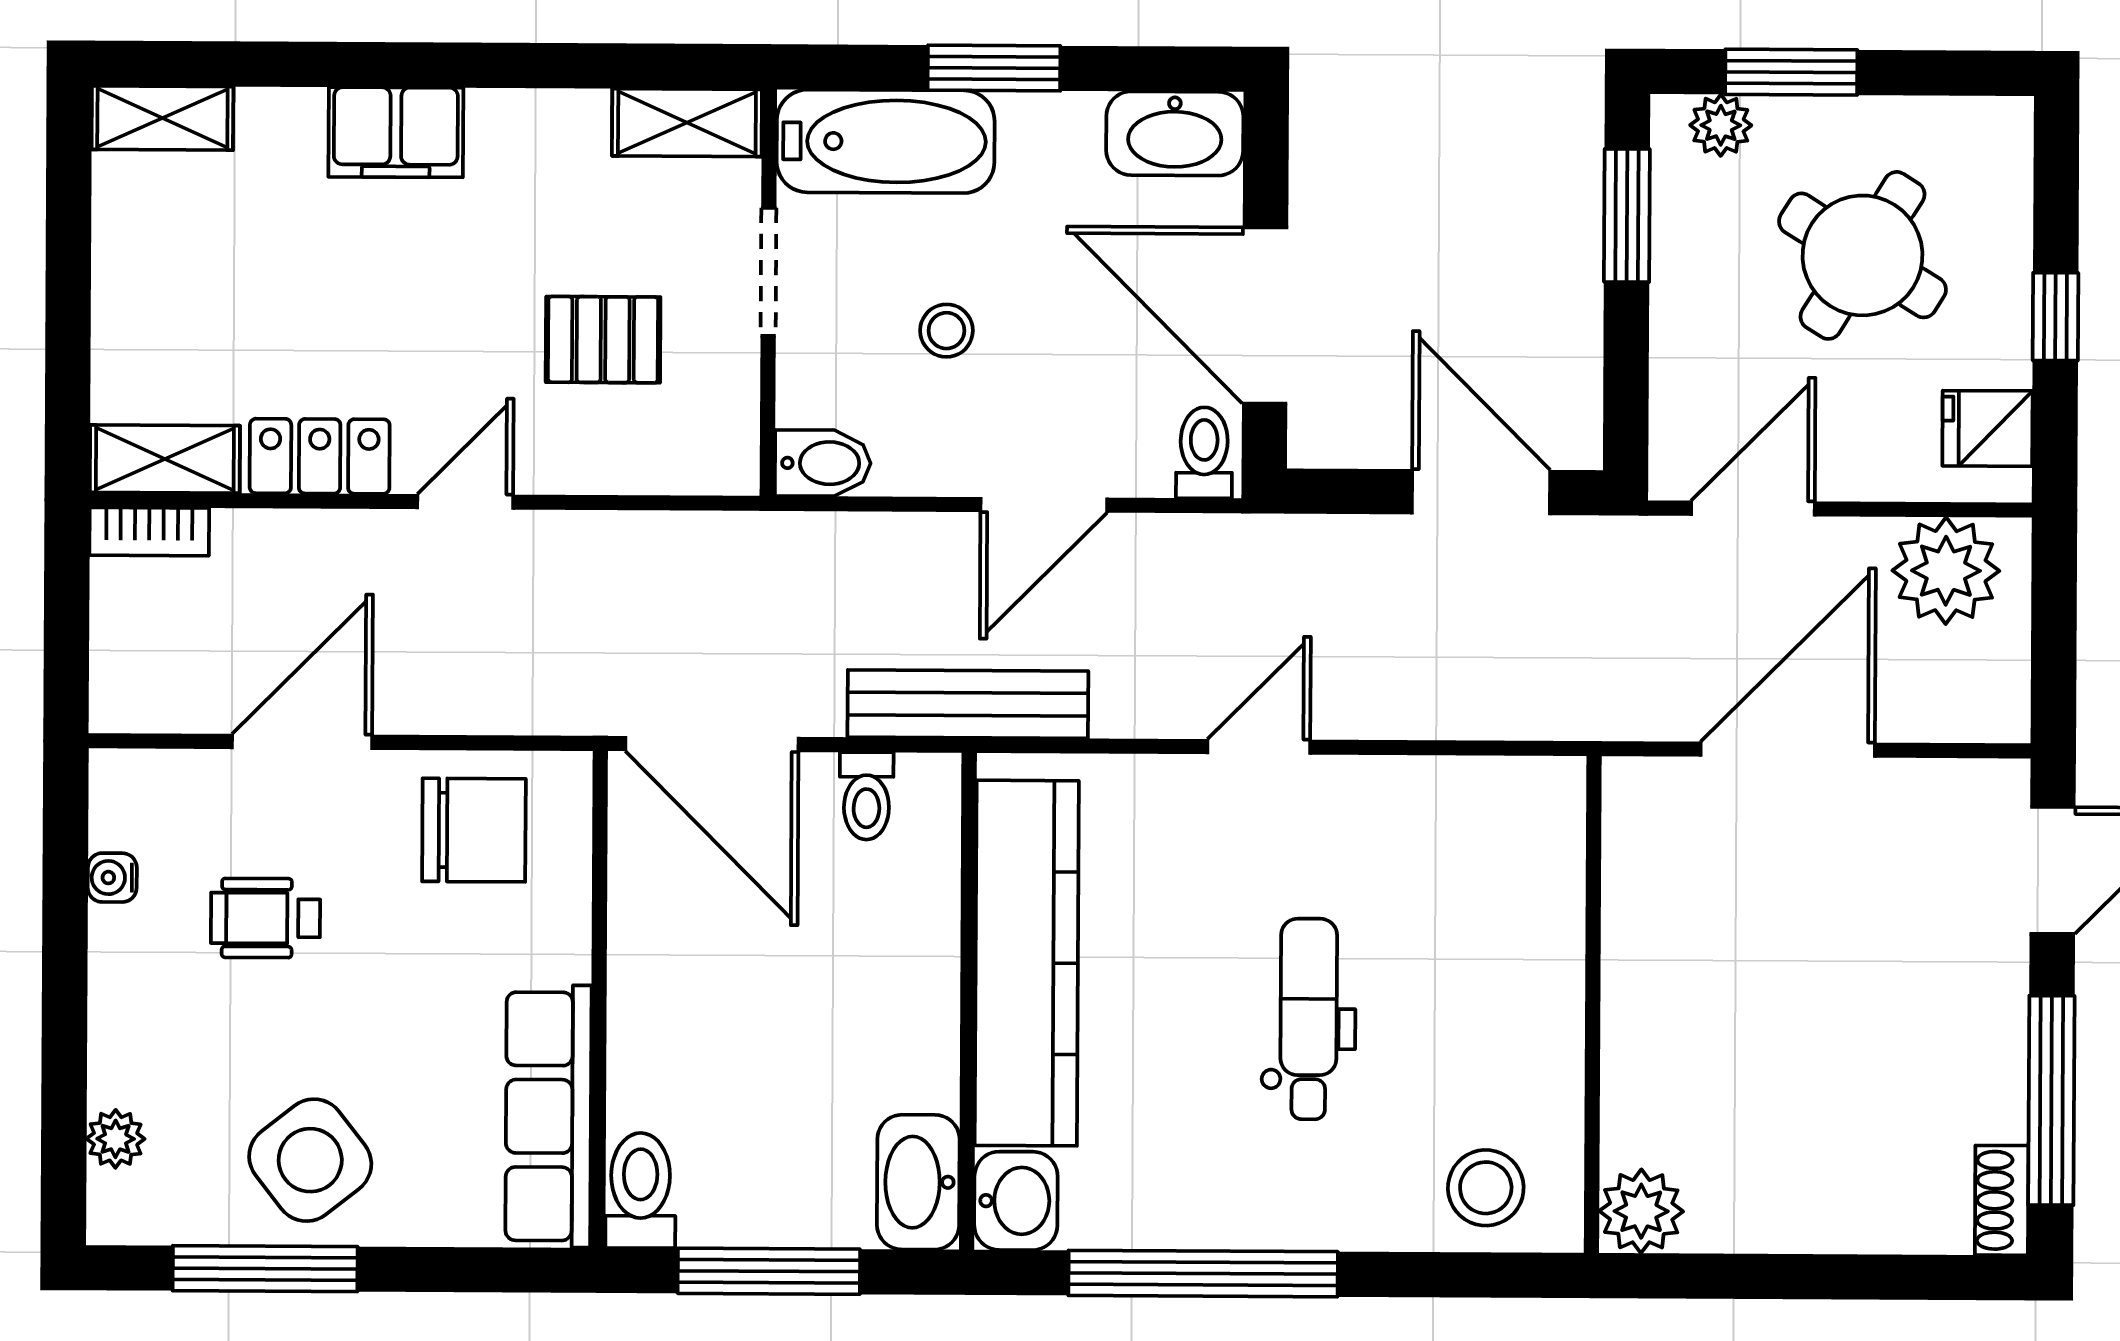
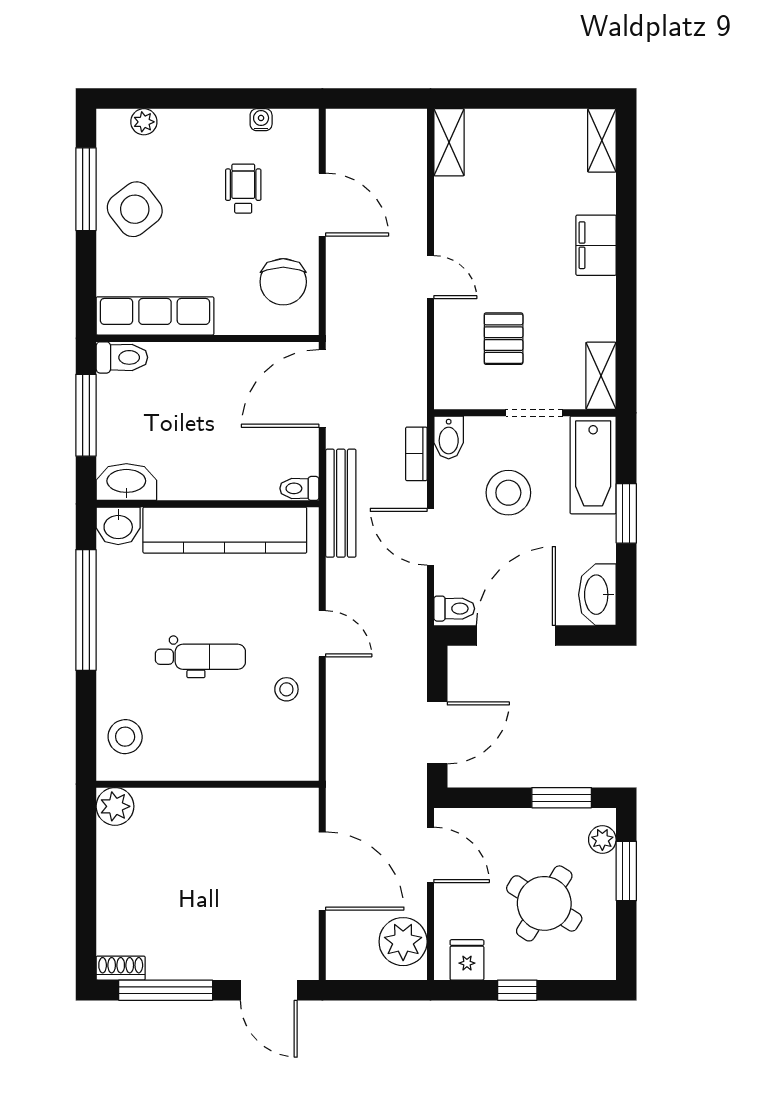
stool: (946, 331) -> (508, 493), width x1.89, depth x1.89
locker: (320, 456) -> (451, 212), removed
bookcase: (149, 532) -> (416, 454), moved
toilet: (867, 796) -> (299, 488), moved
stool: (1382, 828) -> (286, 689), added

